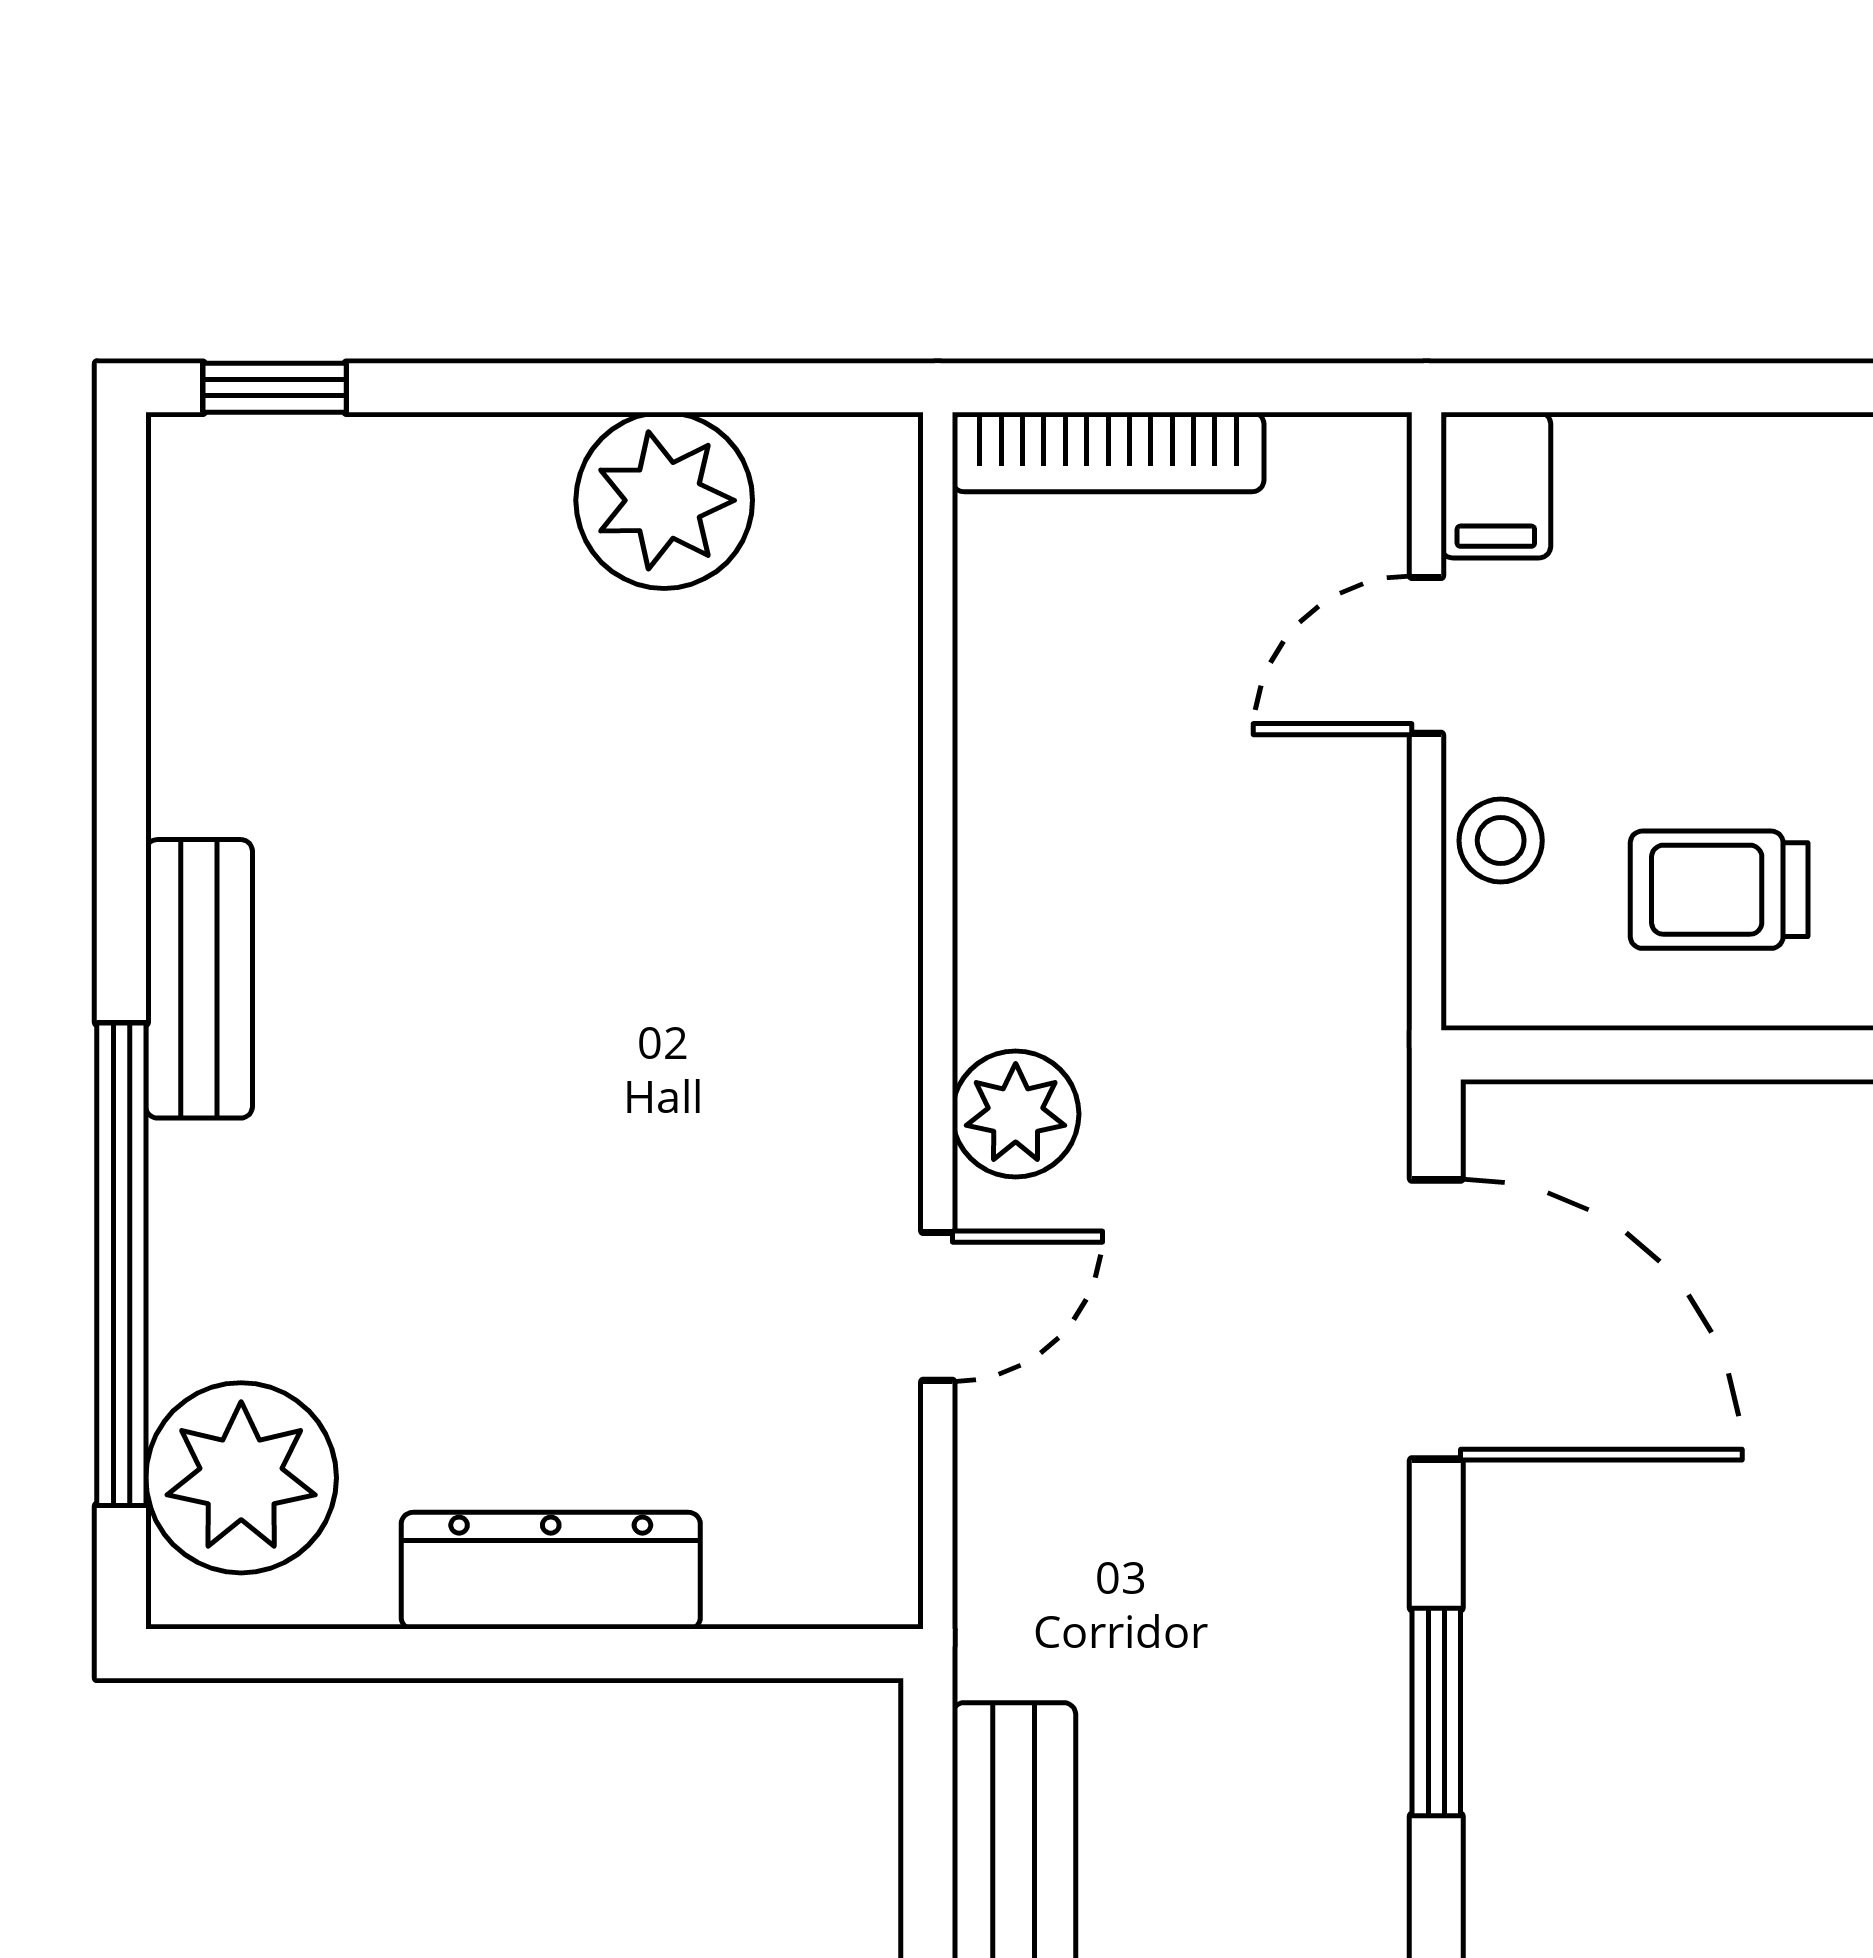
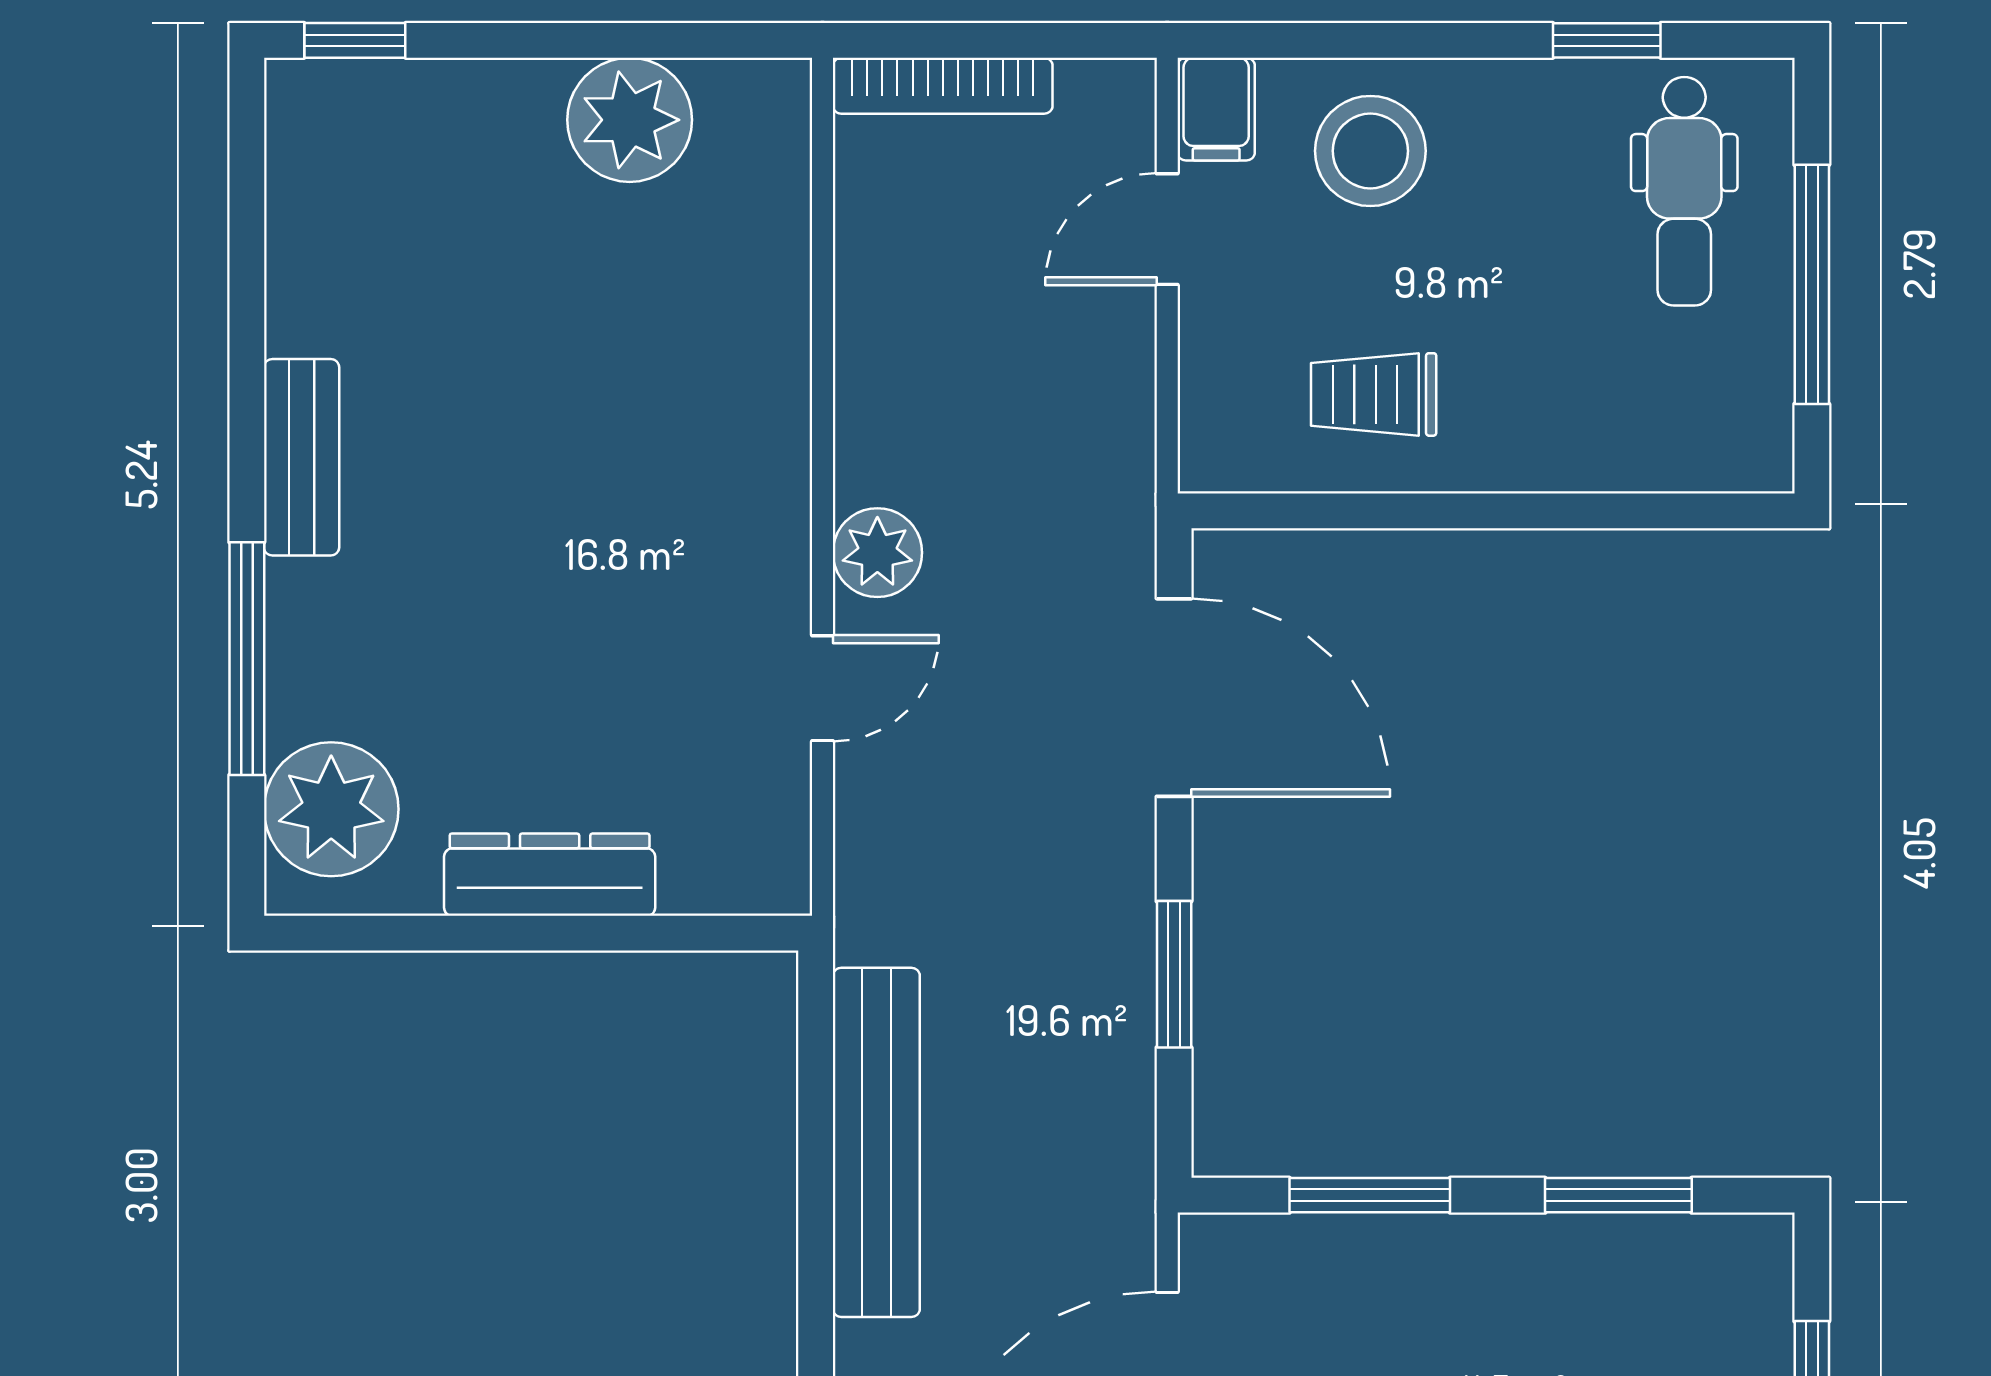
stool: (1501, 841) -> (1370, 151), moved, width x1.89, depth x1.89
window: (121, 1264) -> (247, 659), width x0.68

